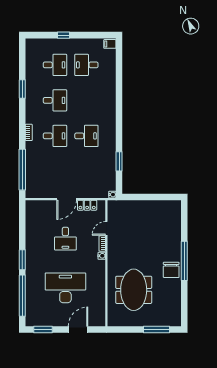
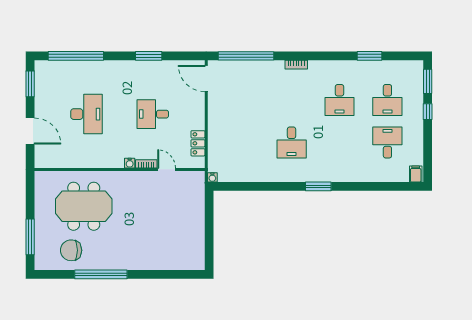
window: (41, 35) -> (428, 81), added
window: (22, 89) -> (370, 56), moved
desk: (55, 136) -> (292, 100), removed
window: (119, 161) -> (318, 186), moved
door: (67, 199) -> (206, 79), moved
window: (22, 260) -> (149, 56), moved
window: (184, 261) -> (101, 274), moved
chair: (171, 270) -> (71, 250), moved
desk: (65, 288) -> (86, 114), width x0.73, depth x0.77

